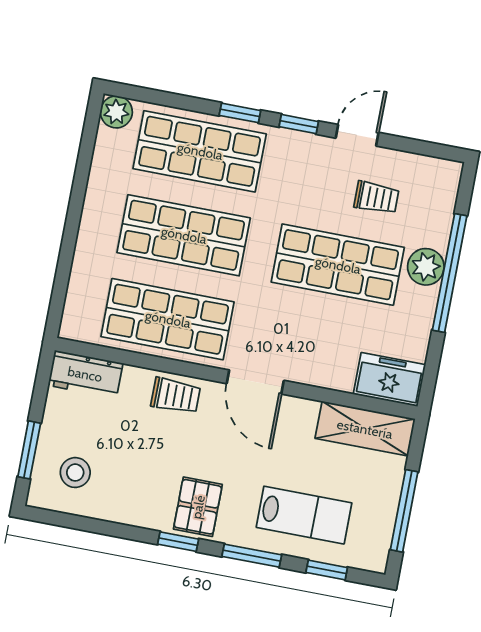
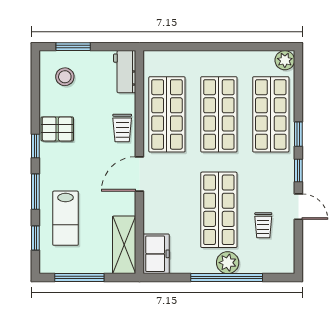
pallet: (198, 507) -> (57, 129), moved

